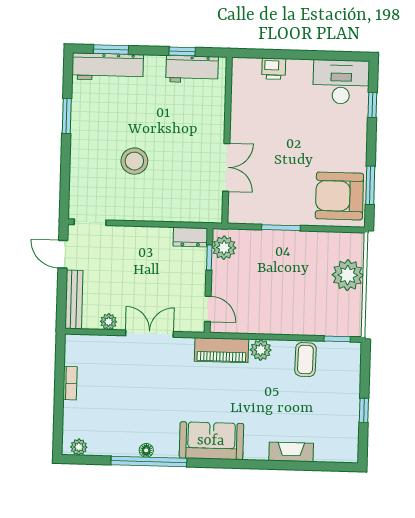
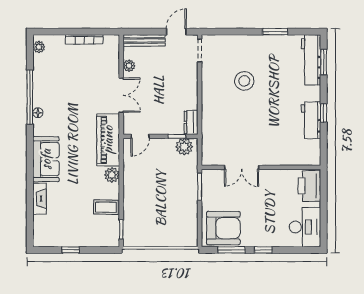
printer: (274, 69) -> (309, 186), width x1.87, depth x1.48
window: (372, 105) -> (263, 250), moved
wall: (227, 140) -> (261, 167), moved
double door: (226, 167) -> (242, 167), moved
armchair: (339, 196) -> (223, 228), turned 90
plant: (348, 275) -> (167, 236), removed
piano: (222, 350) -> (108, 140), width x1.37, depth x1.33
bookcase: (70, 383) -> (84, 39), width x1.56
sofa: (211, 441) -> (46, 159), moved
floor lamp: (146, 450) -> (38, 113), moved

